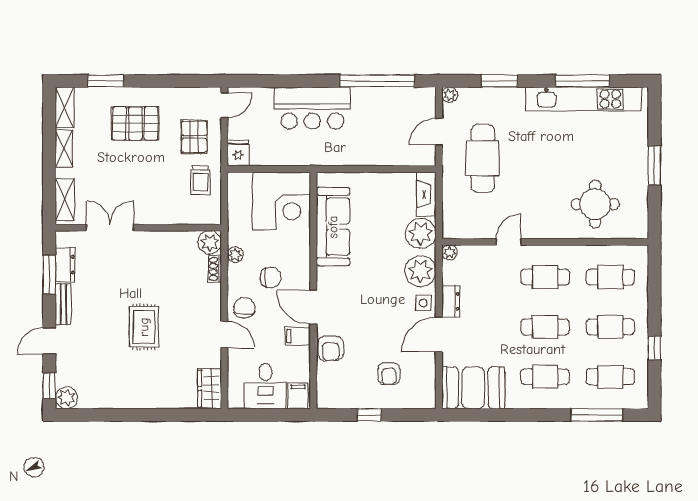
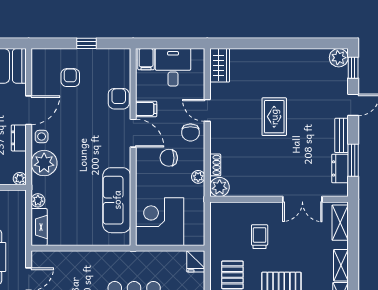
trolley: (200, 180) -> (260, 237), moved
plant: (421, 233) -> (38, 200), width x0.53, depth x0.53

